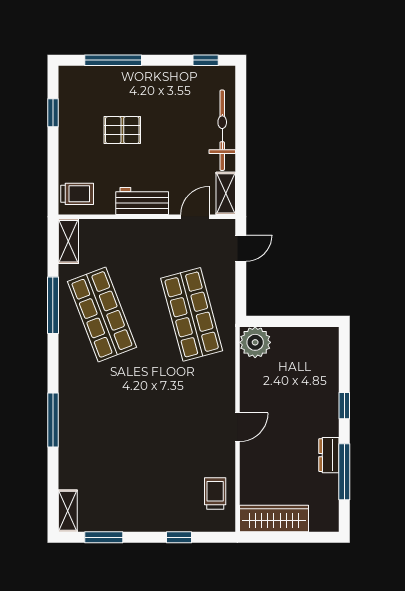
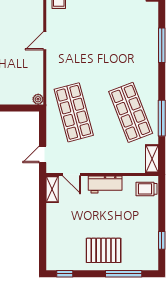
pallet: (122, 130) -> (104, 250), moved, width x1.50, depth x1.42
bicycle: (222, 130) -> (54, 229), removed
door: (195, 217) -> (72, 174), hinge flipped
plant: (255, 342) -> (38, 99), width x0.53, depth x0.53

